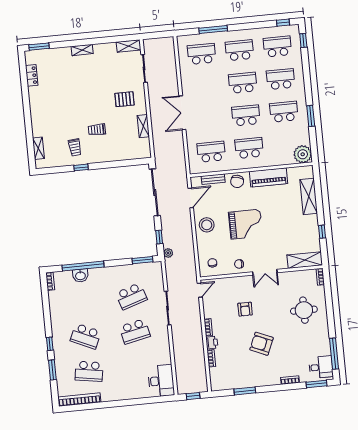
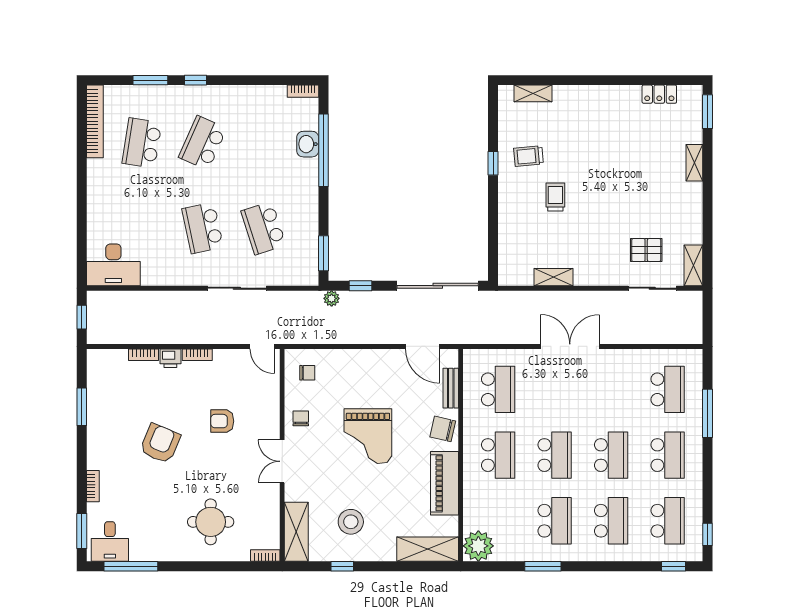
shelving: (82, 50) -> (694, 163), moved
pallet: (124, 99) -> (646, 250), moved, turned 90
shelving: (309, 196) -> (428, 549), moved
stool: (207, 225) -> (351, 522), moved

